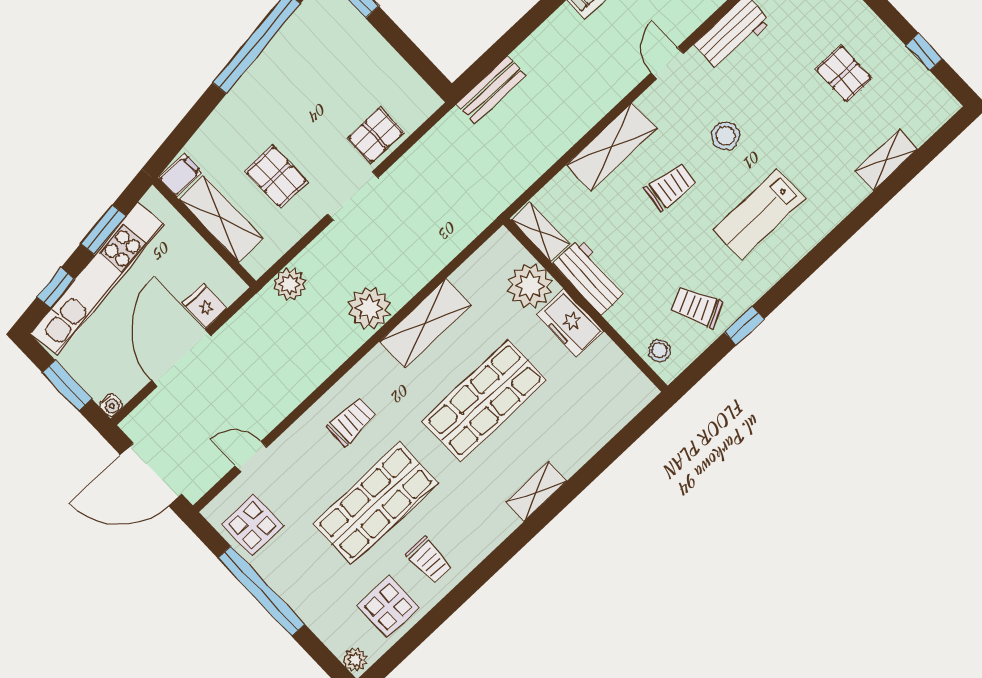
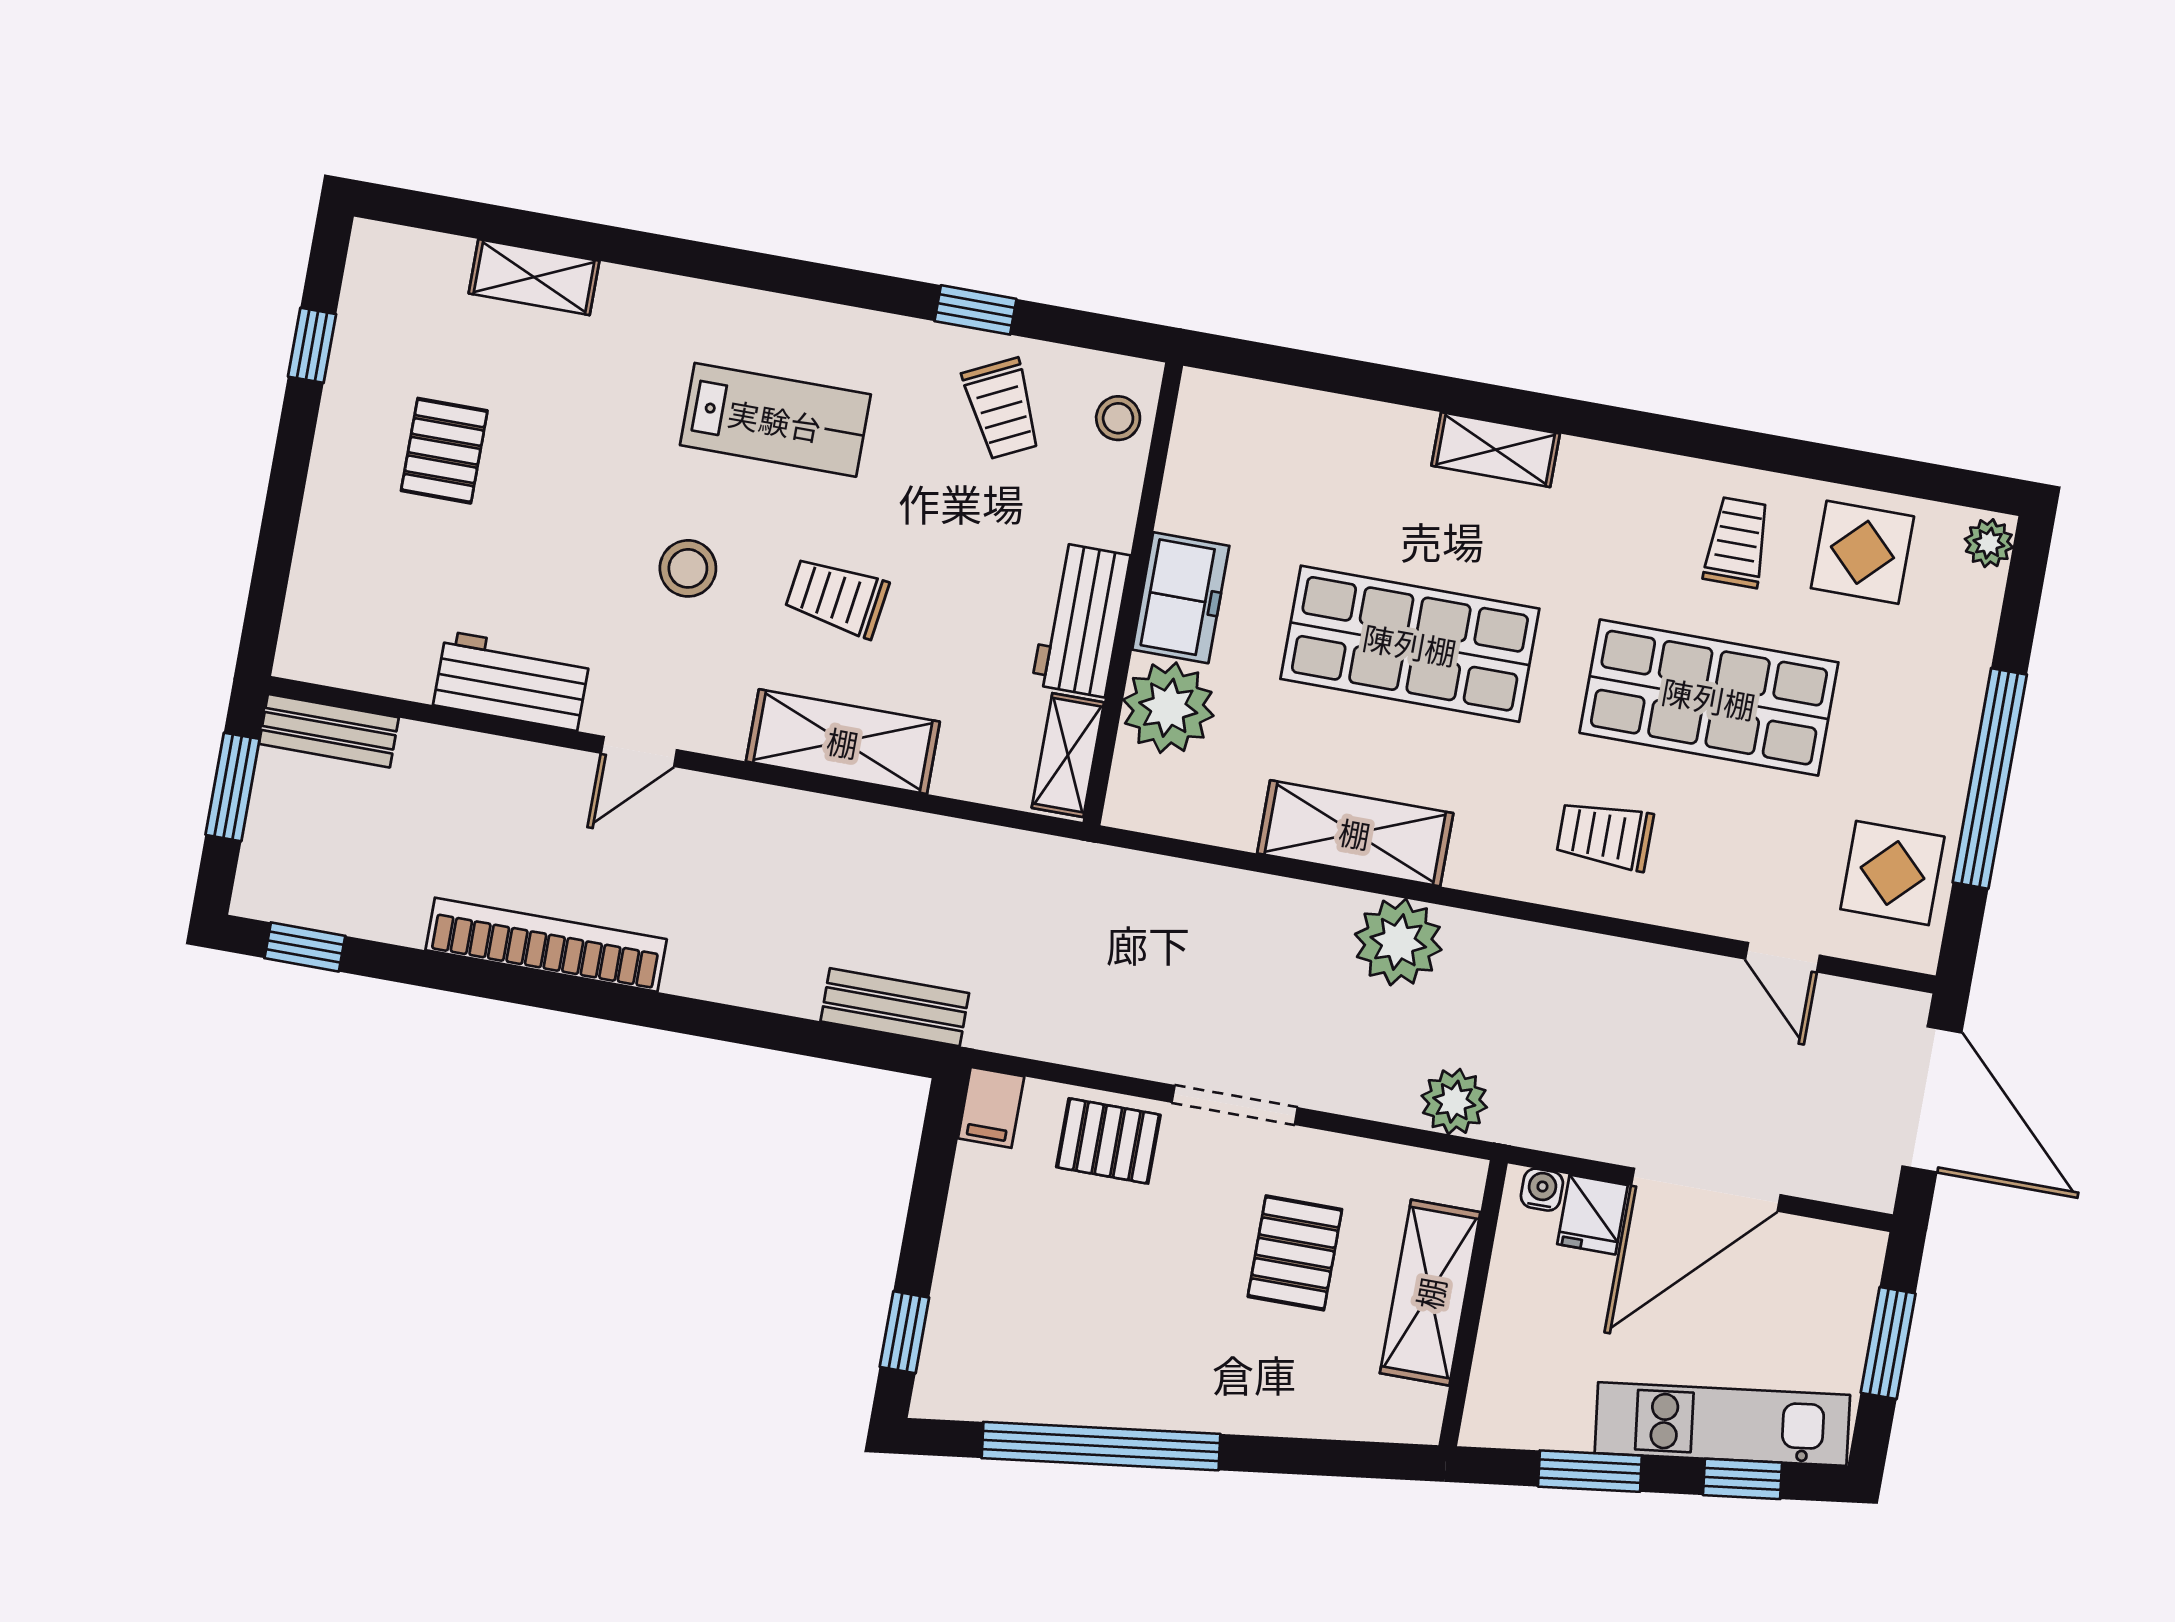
filing cabinet: (181, 175) -> (991, 1107), moved, turned -90
kitchen unit: (98, 279) -> (1722, 1424), width x0.73
water cooler: (111, 405) -> (1542, 1190), moved

